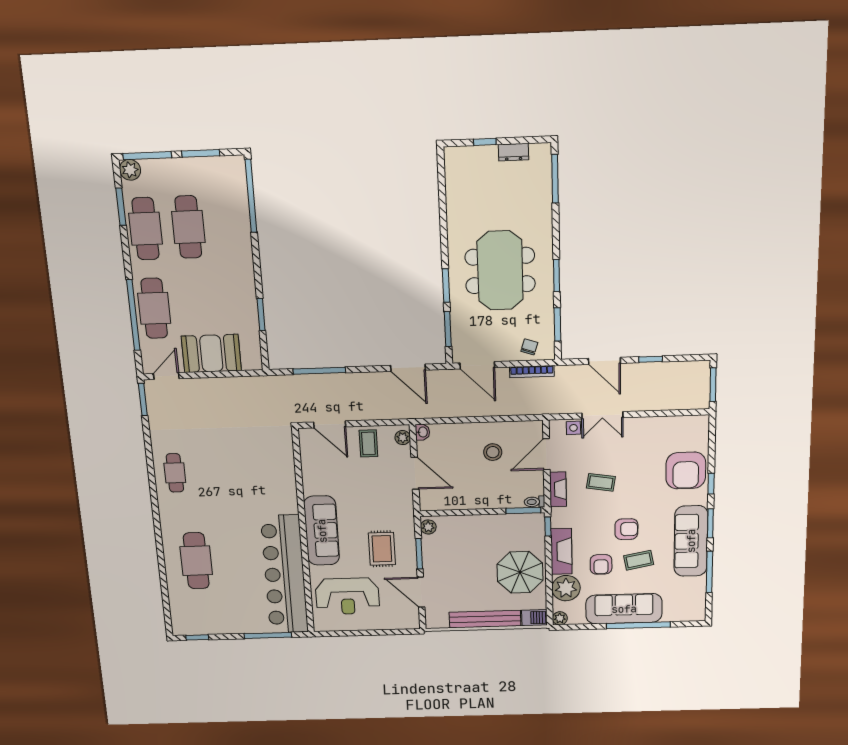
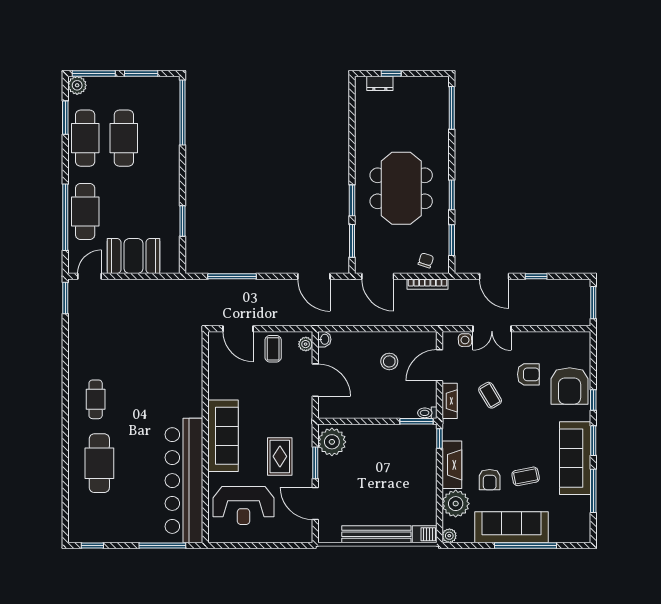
dresser: (513, 152) -> (380, 83), moved
cafe table: (175, 473) -> (96, 399), moved
coffee table: (601, 482) -> (490, 395), turned 50
plant: (428, 527) -> (332, 442), width x1.87, depth x1.87
armchair: (626, 529) -> (528, 374), moved
parasol: (520, 572) -> (412, 485), removed

